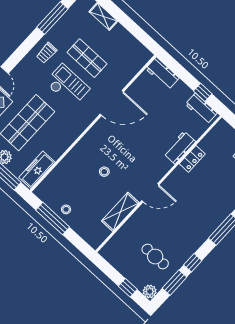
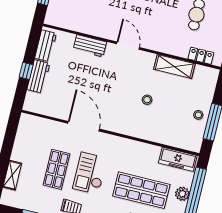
workbench: (162, 73) -> (38, 76), moved
window: (203, 92) -> (26, 71), moved
locker: (192, 159) -> (201, 56), moved
door: (150, 193) -> (128, 46), moved

